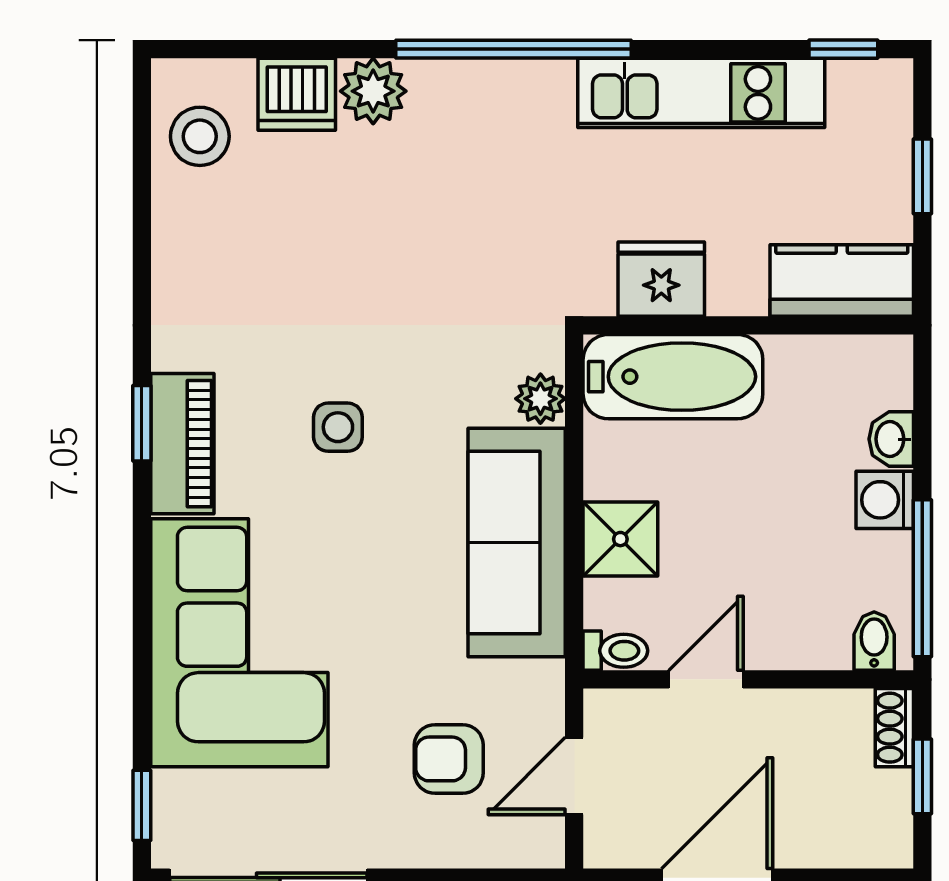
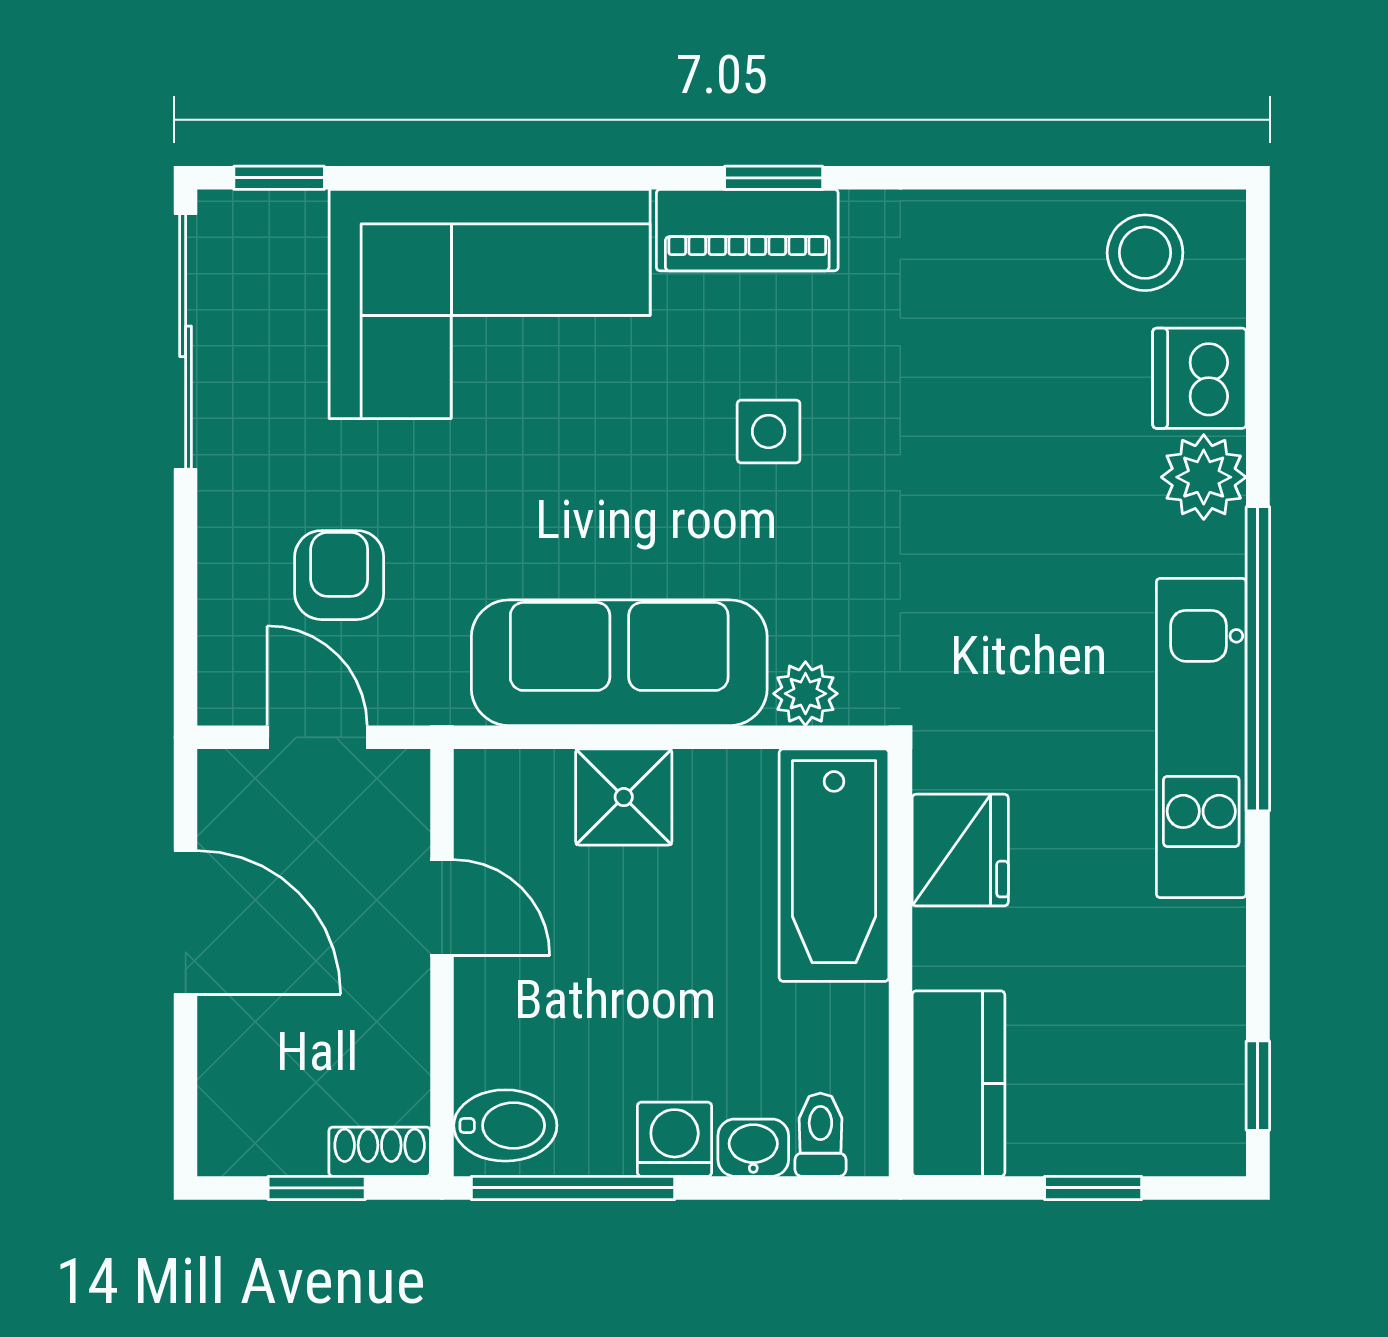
kitchen unit: (701, 93) -> (1201, 738), moved
bidet: (874, 641) -> (505, 1125), width x1.38, depth x1.36
toilet: (615, 651) -> (820, 1135), moved, turned 180

